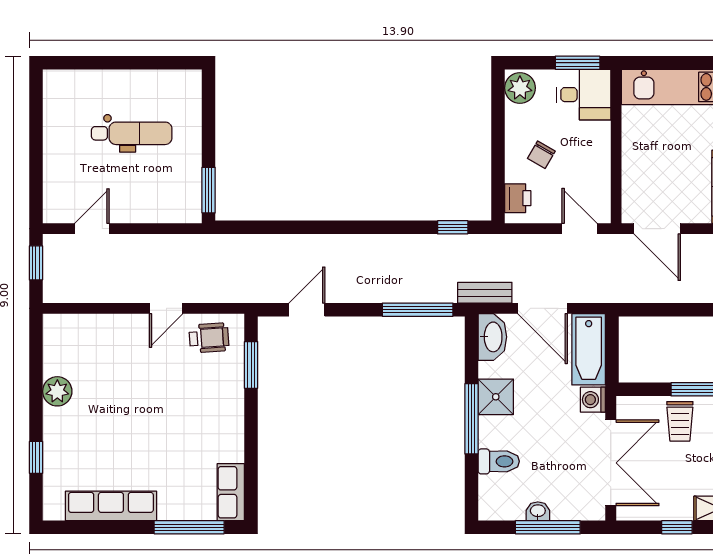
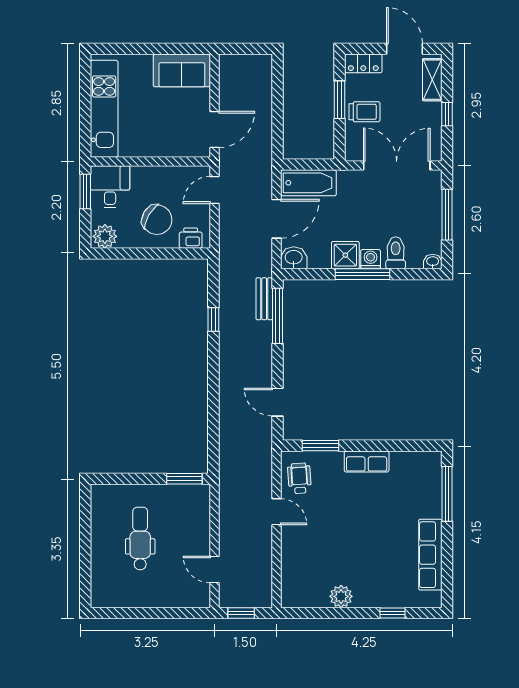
chair: (541, 155) -> (157, 220), width x1.87, depth x1.87
window: (453, 227) -> (213, 319), moved
bench: (485, 293) -> (264, 299), moved
washbasin: (492, 337) -> (294, 258), width x0.72
washing machine: (593, 400) -> (371, 259), moved, turned 180
row of seats: (231, 492) -> (367, 461), moved
washbasin: (538, 511) -> (433, 262), moved, turned 90

